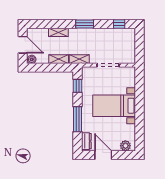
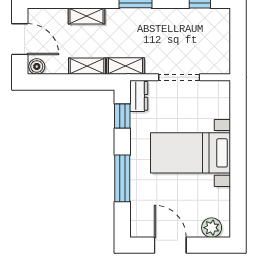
dresser: (86, 141) -> (139, 96), moved

